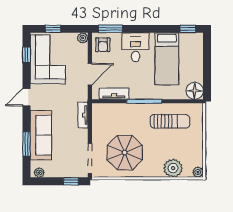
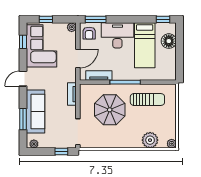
desk: (135, 47) -> (117, 35), width x1.37
floor lamp: (195, 91) -> (169, 41), moved
parasol: (125, 153) -> (110, 110), moved

